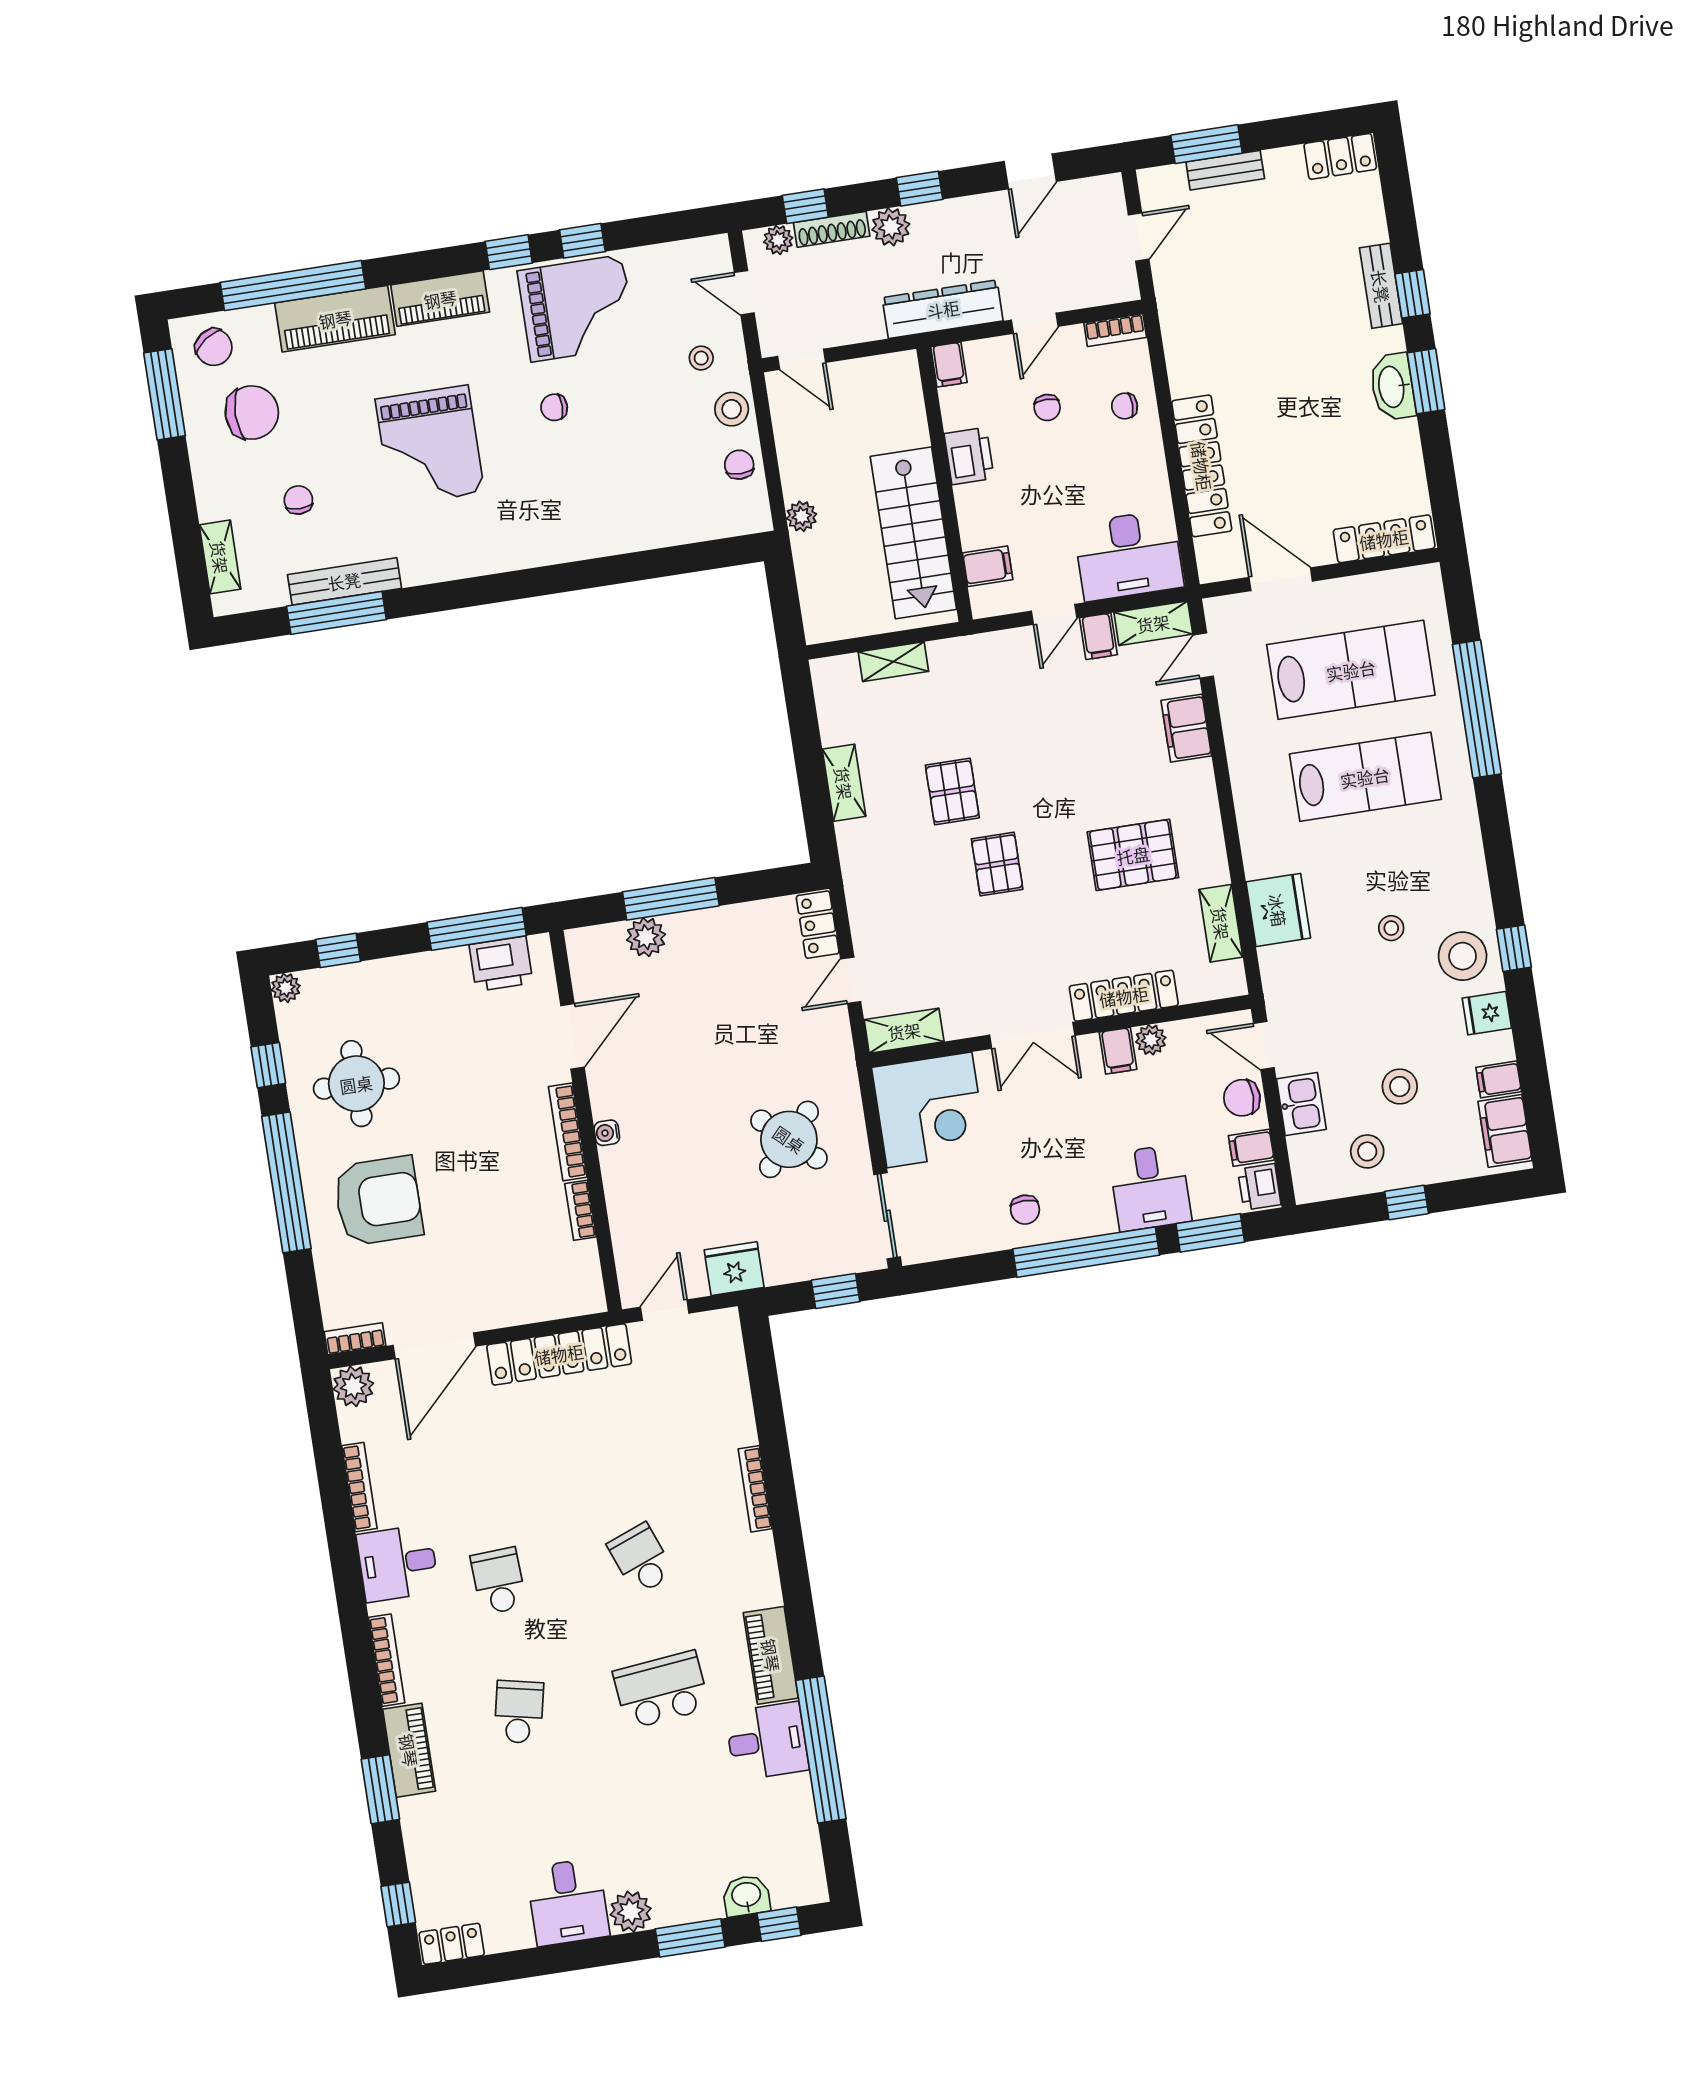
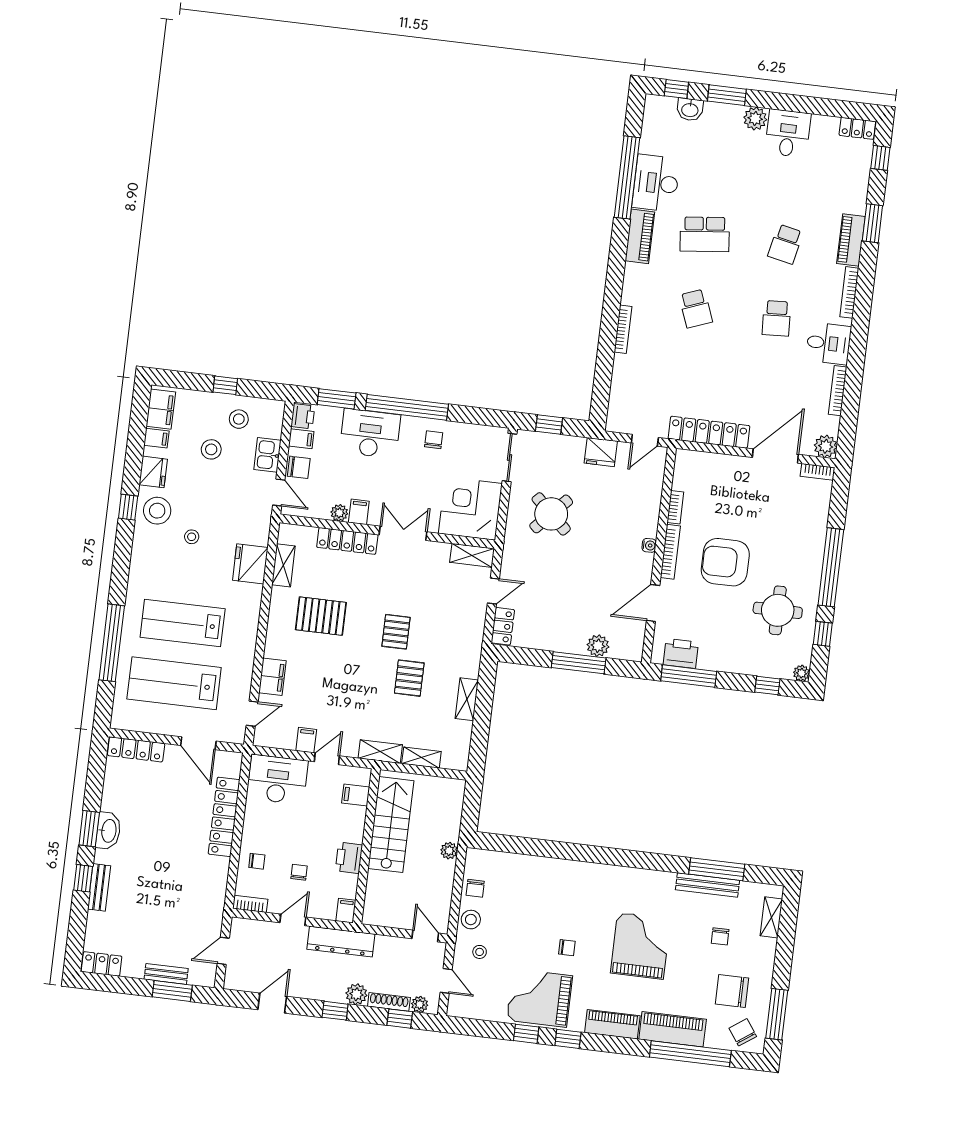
shelving: (1153, 623) -> (380, 752), moved
fridge: (1487, 1013) -> (153, 472), width x1.38
desk: (1150, 1188) -> (370, 434), width x1.37
armchair: (378, 1201) -> (725, 562), moved
desk: (767, 1741) -> (656, 183), width x1.37

